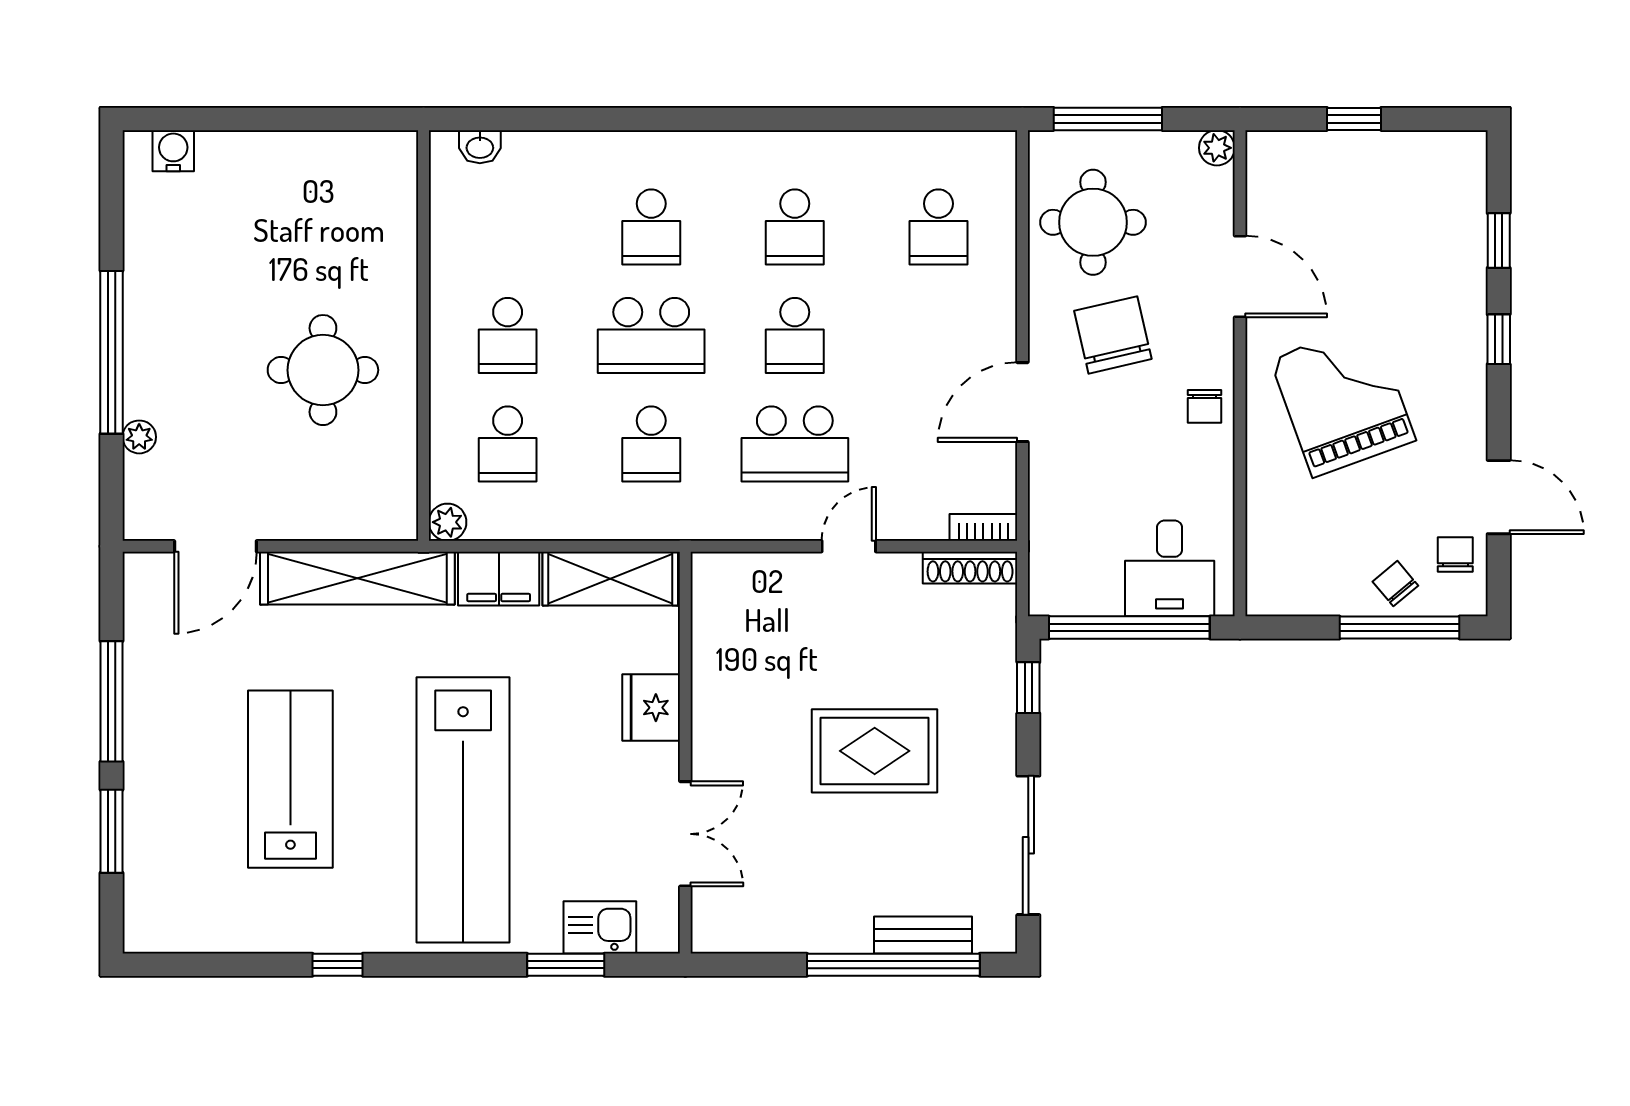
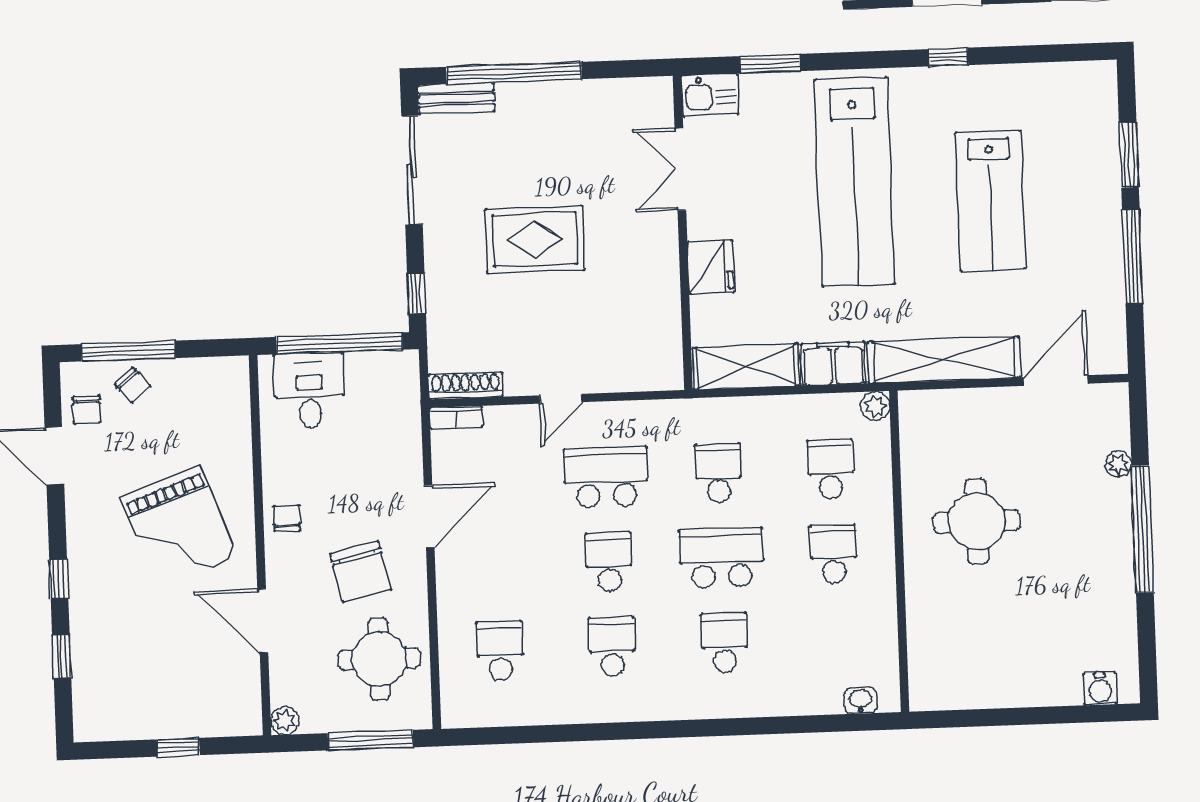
lab bench: (463, 810) -> (855, 182), turned 180
kitchen sink: (600, 927) -> (710, 95), moved
bench: (923, 935) -> (456, 98), moved

